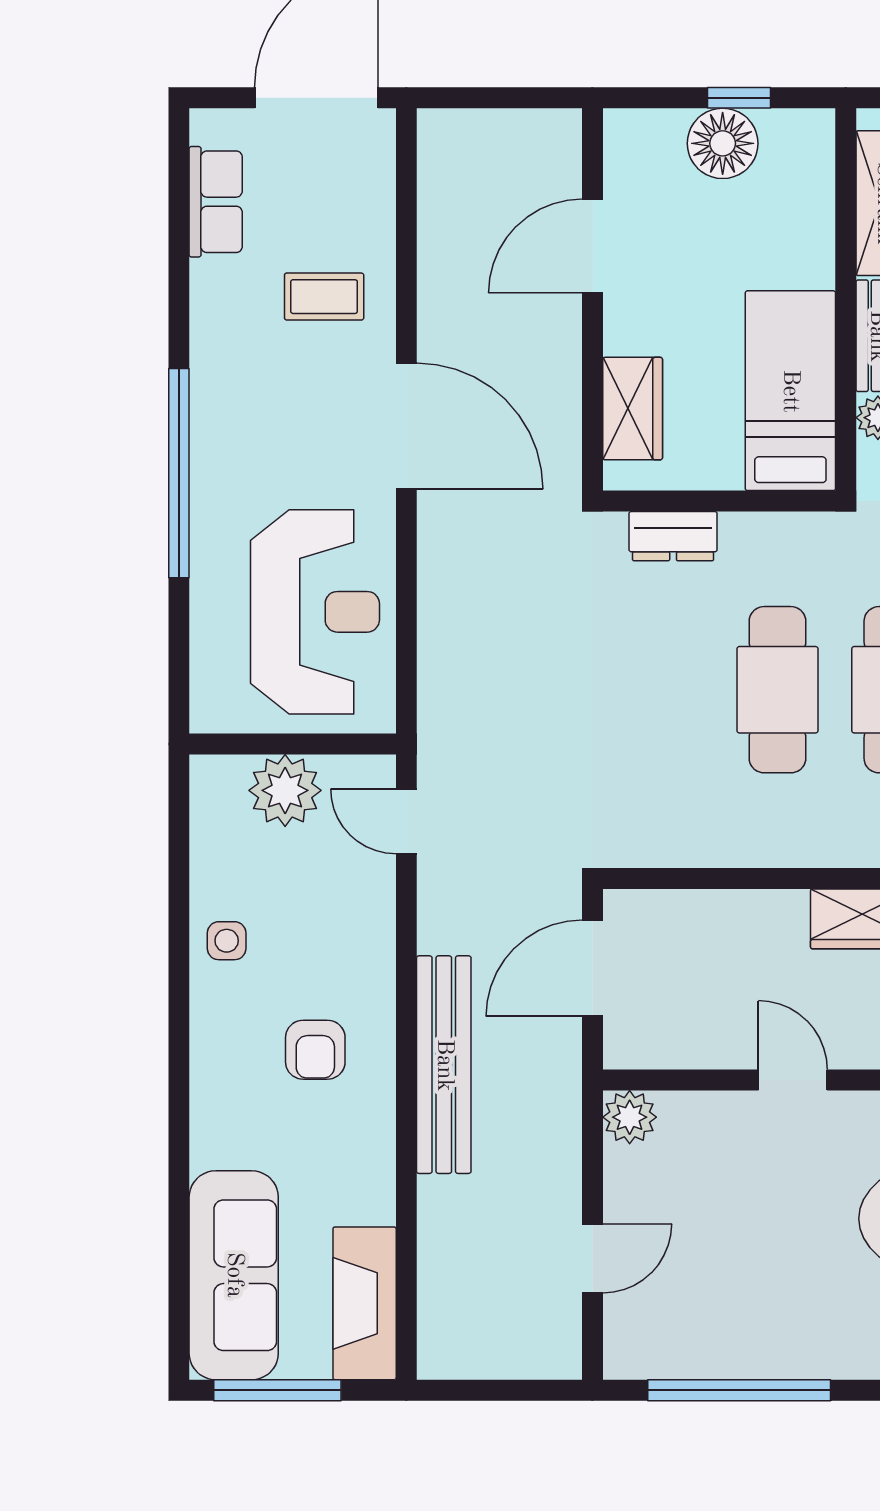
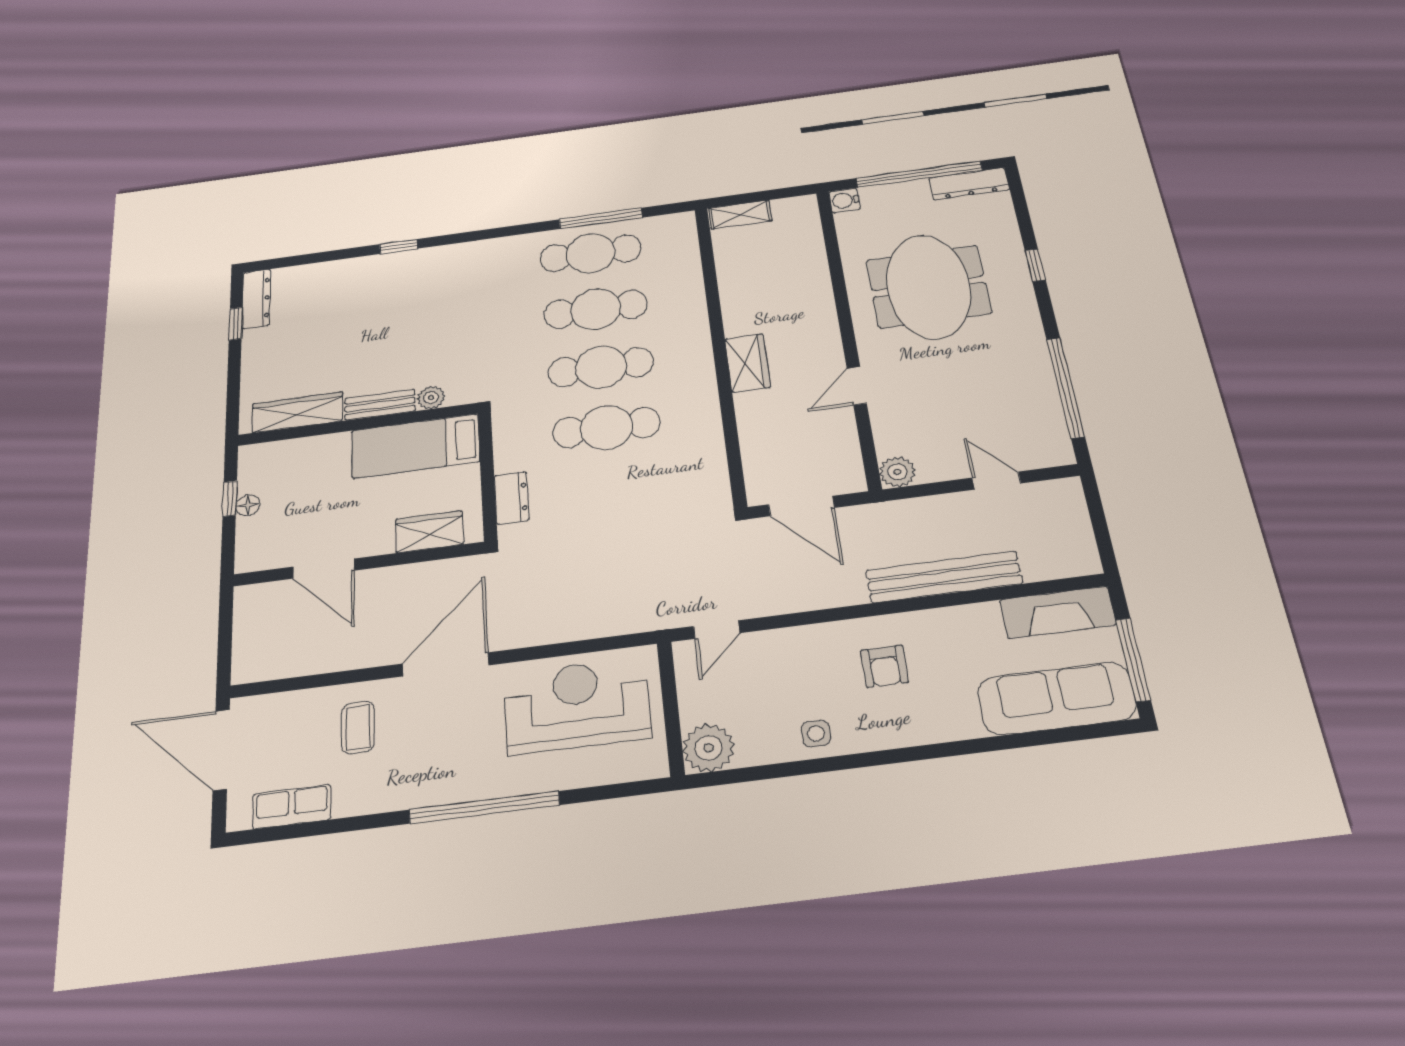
floor lamp: (723, 143) -> (248, 505), width x0.53, depth x0.53
plant: (285, 790) -> (708, 748), moved
armchair: (315, 1050) -> (885, 666), turned 90
bench: (444, 1065) -> (944, 577), moved

